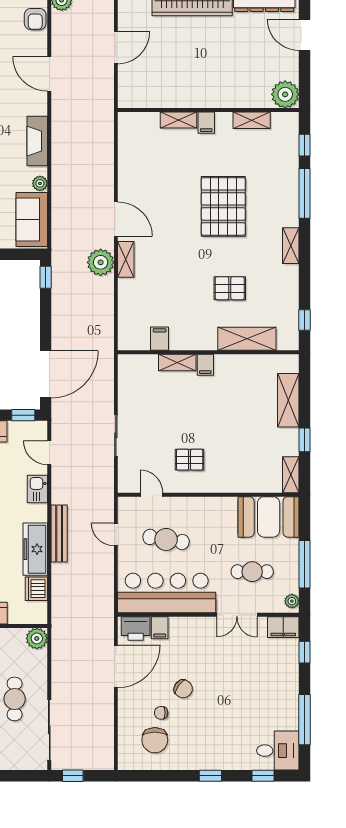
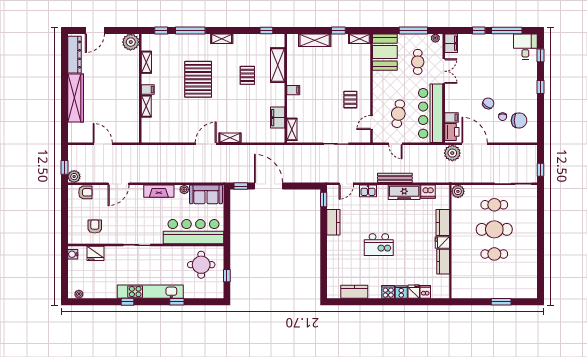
pallet: (223, 206) -> (198, 79), turned 90
plant: (101, 262) -> (452, 153), moved
filing cabinet: (160, 339) -> (278, 118), width x2.00
shelving: (177, 362) -> (292, 129), moved
door: (46, 374) -> (269, 186), moved
door: (116, 535) -> (395, 144), hinge flipped
window: (304, 652) -> (479, 30), moved

